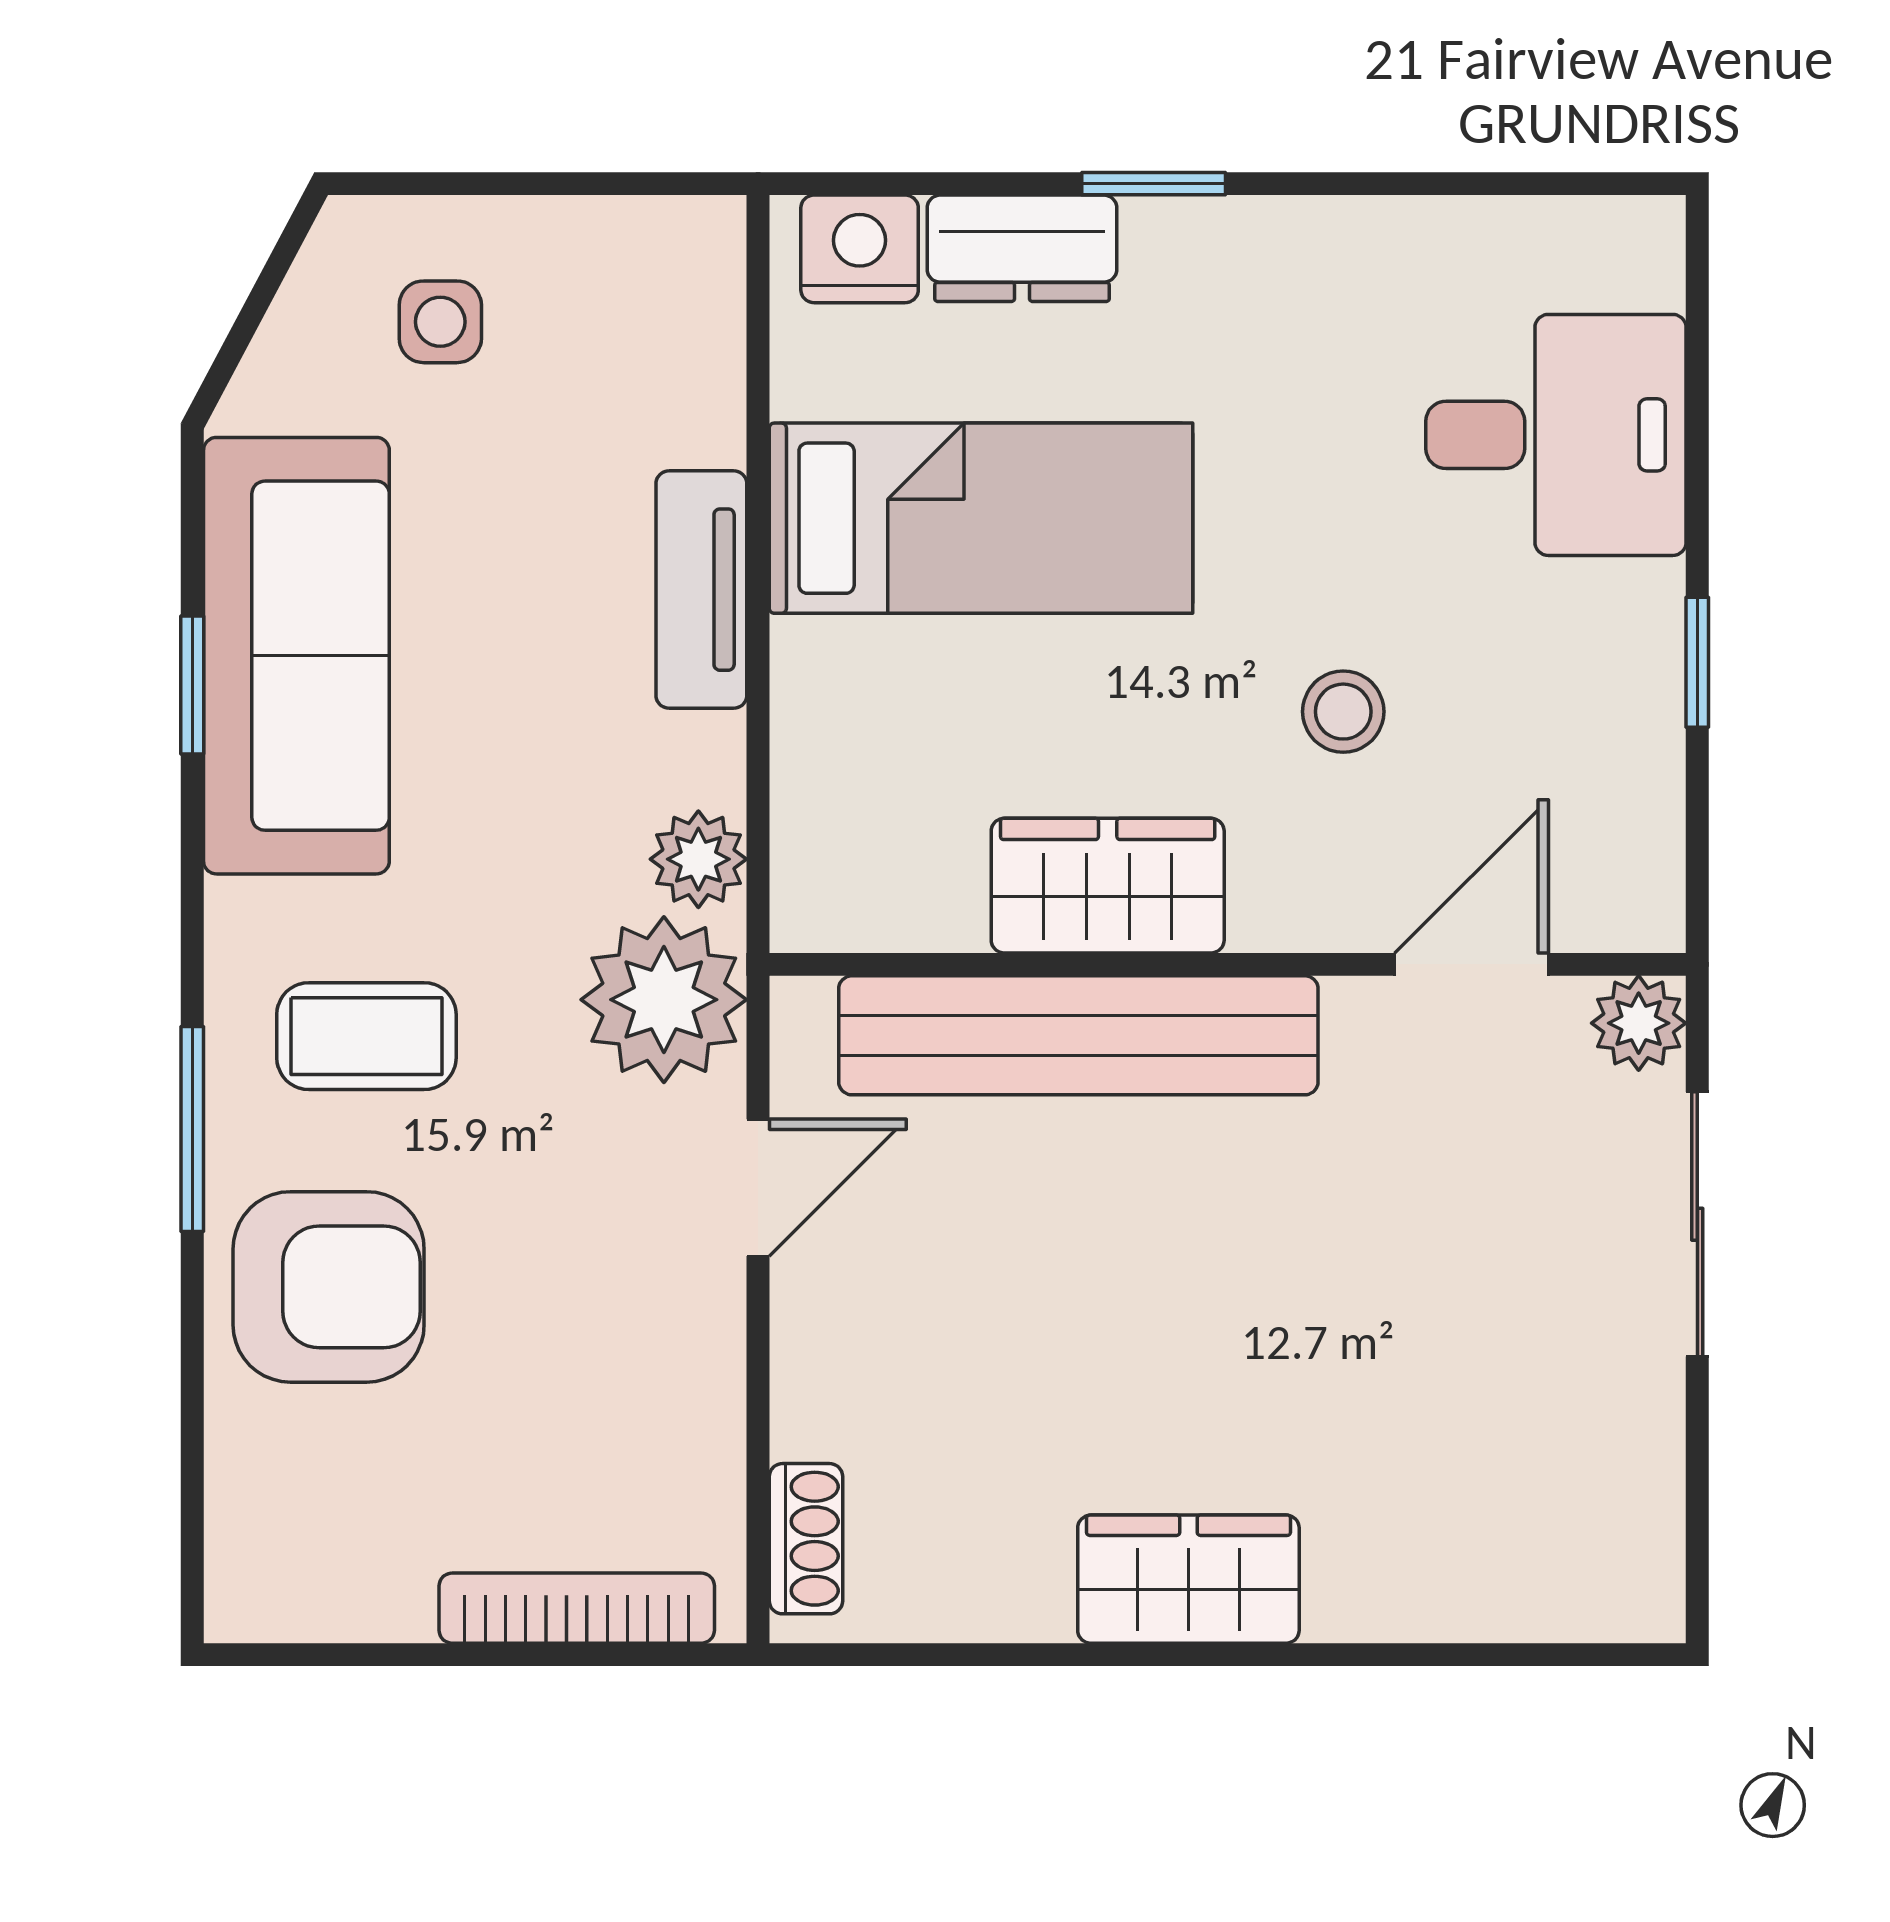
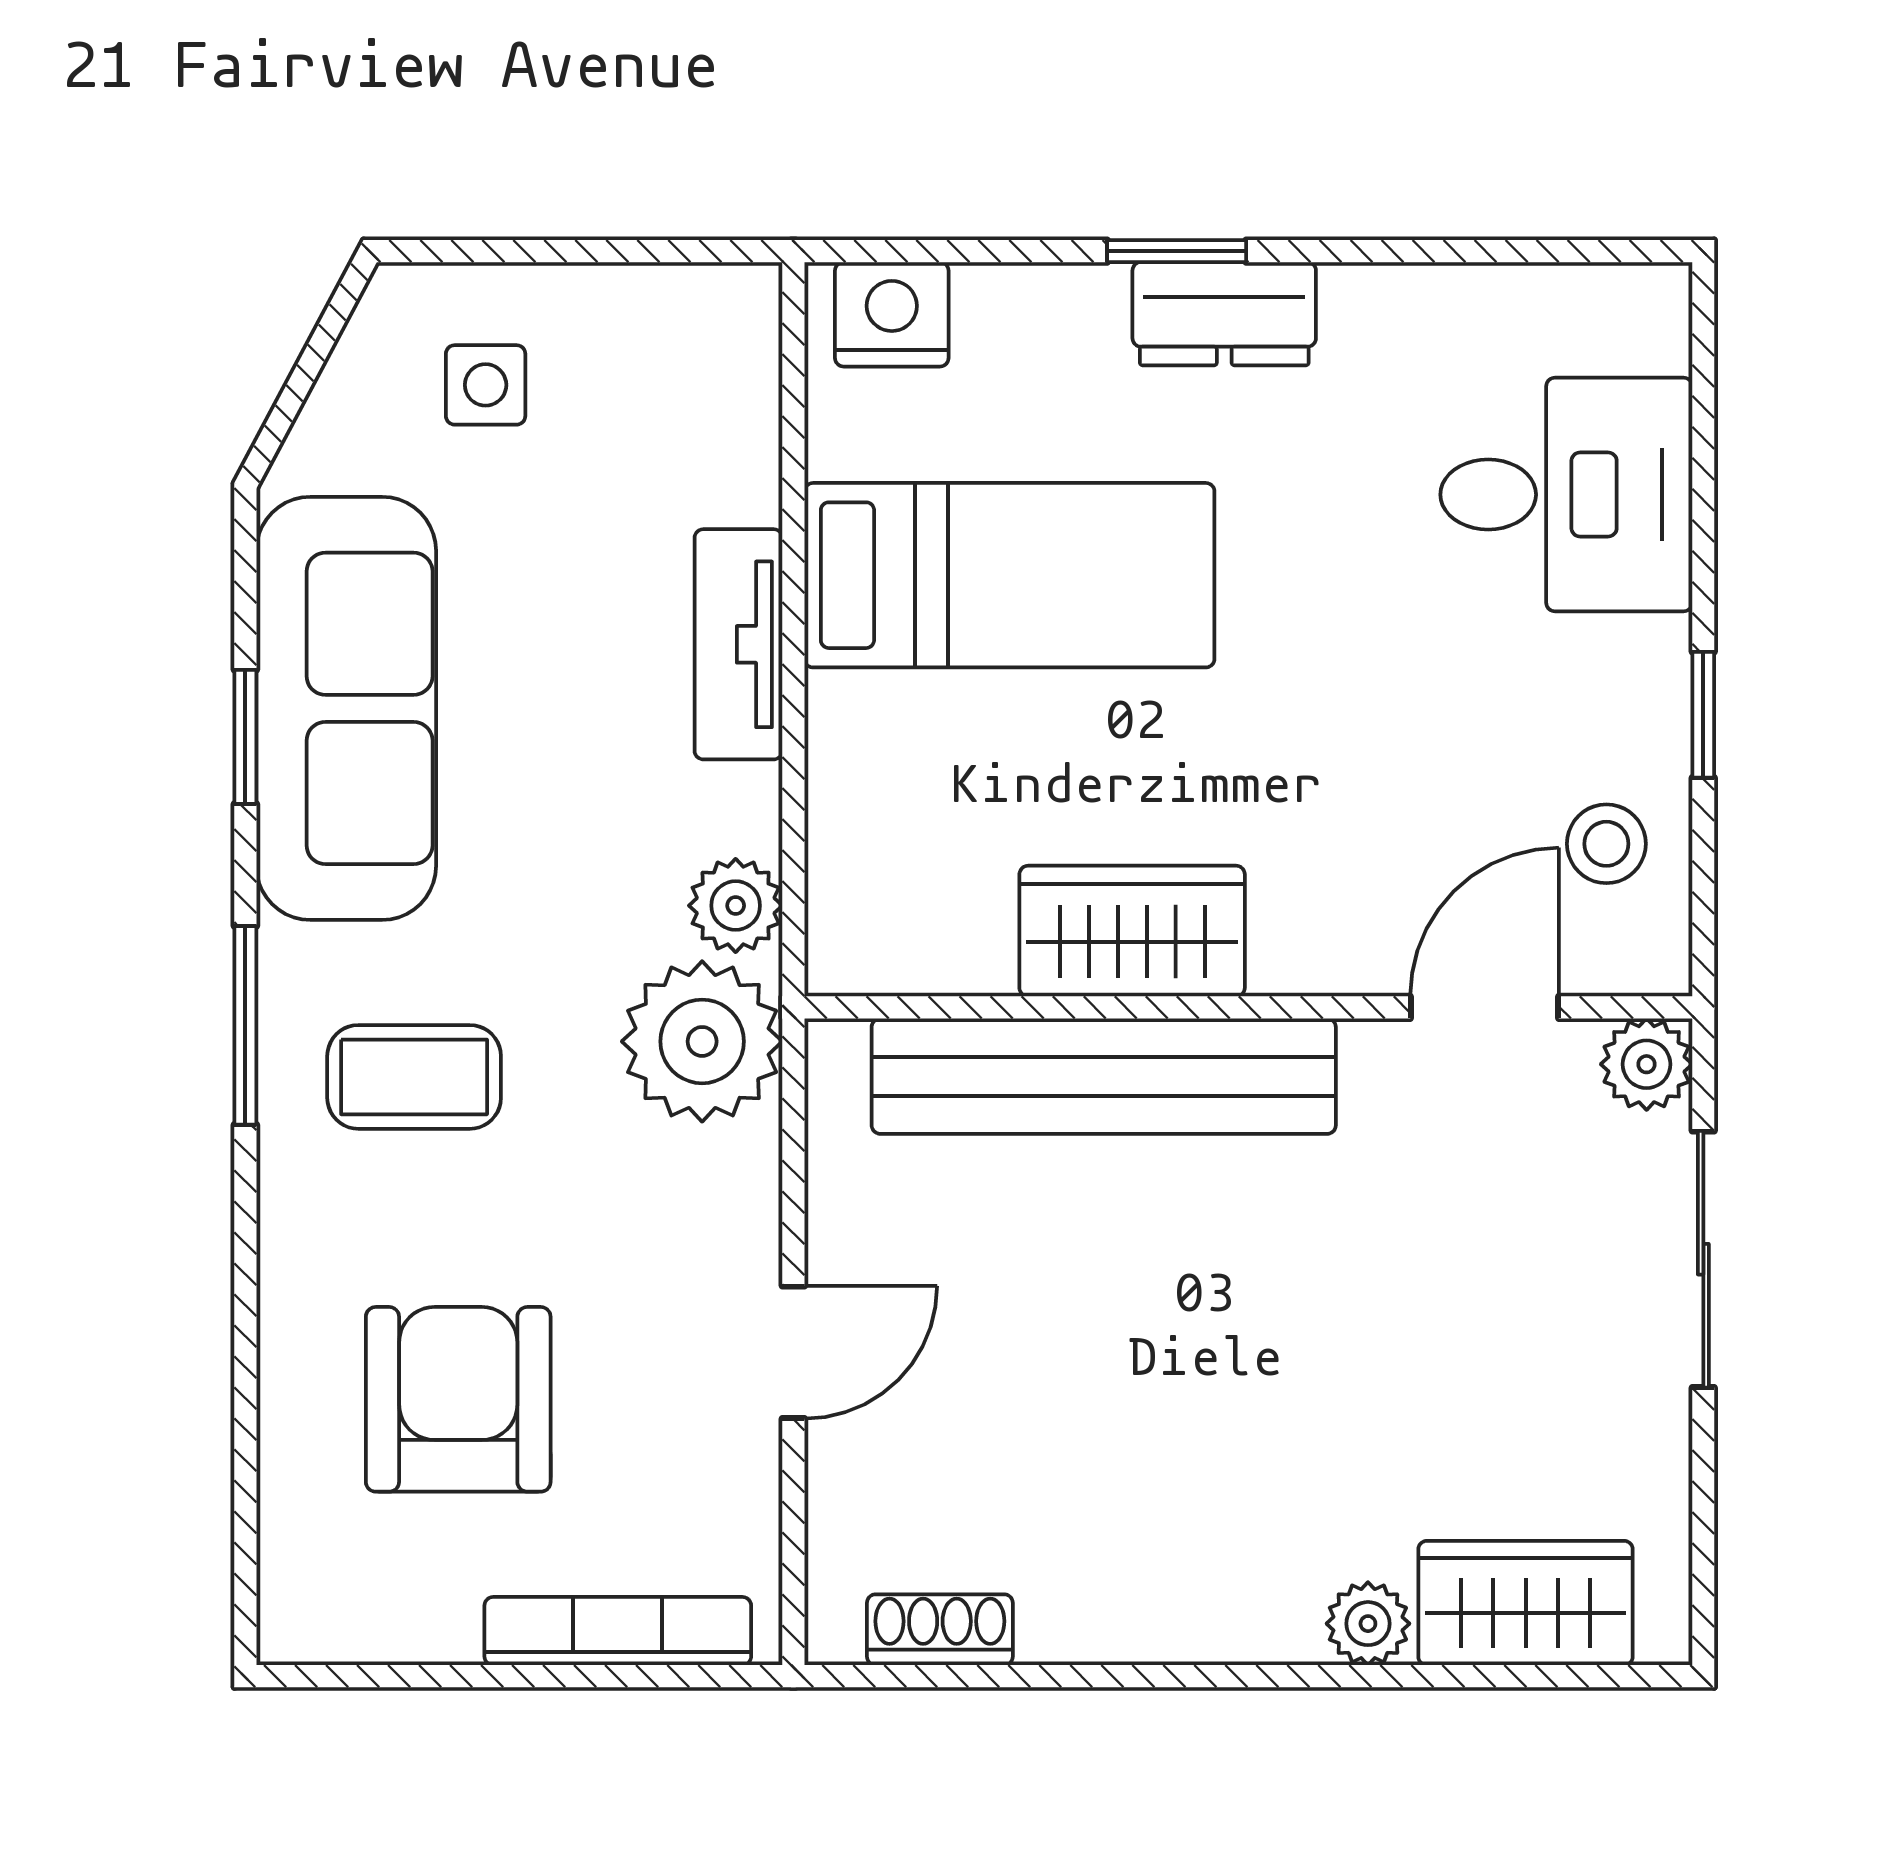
dresser: (1022, 248) -> (1224, 314), moved
stool: (1343, 712) -> (1606, 844), moved
window: (192, 1129) -> (245, 1025), moved
door: (758, 1188) -> (793, 1352), moved
armchair: (329, 1287) -> (458, 1399), moved, turned -90
shoe rack: (806, 1539) -> (940, 1630), moved, turned -90
wardrobe: (1188, 1579) -> (1526, 1603), moved
plant: (1351, 1600) -> (1368, 1624), added

